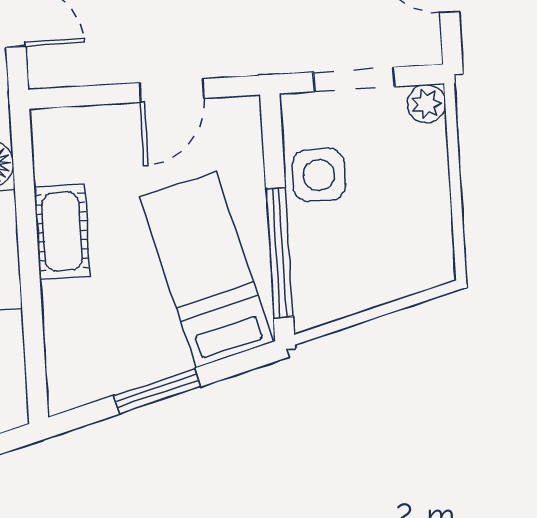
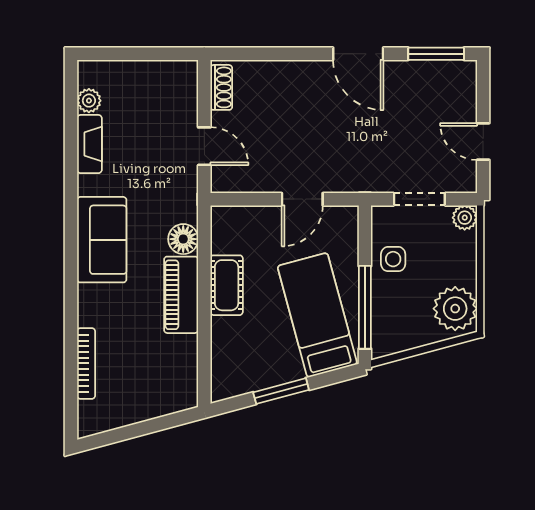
side table: (319, 175) -> (393, 259), width x0.73, depth x0.73
plant: (420, 246) -> (455, 309), added

